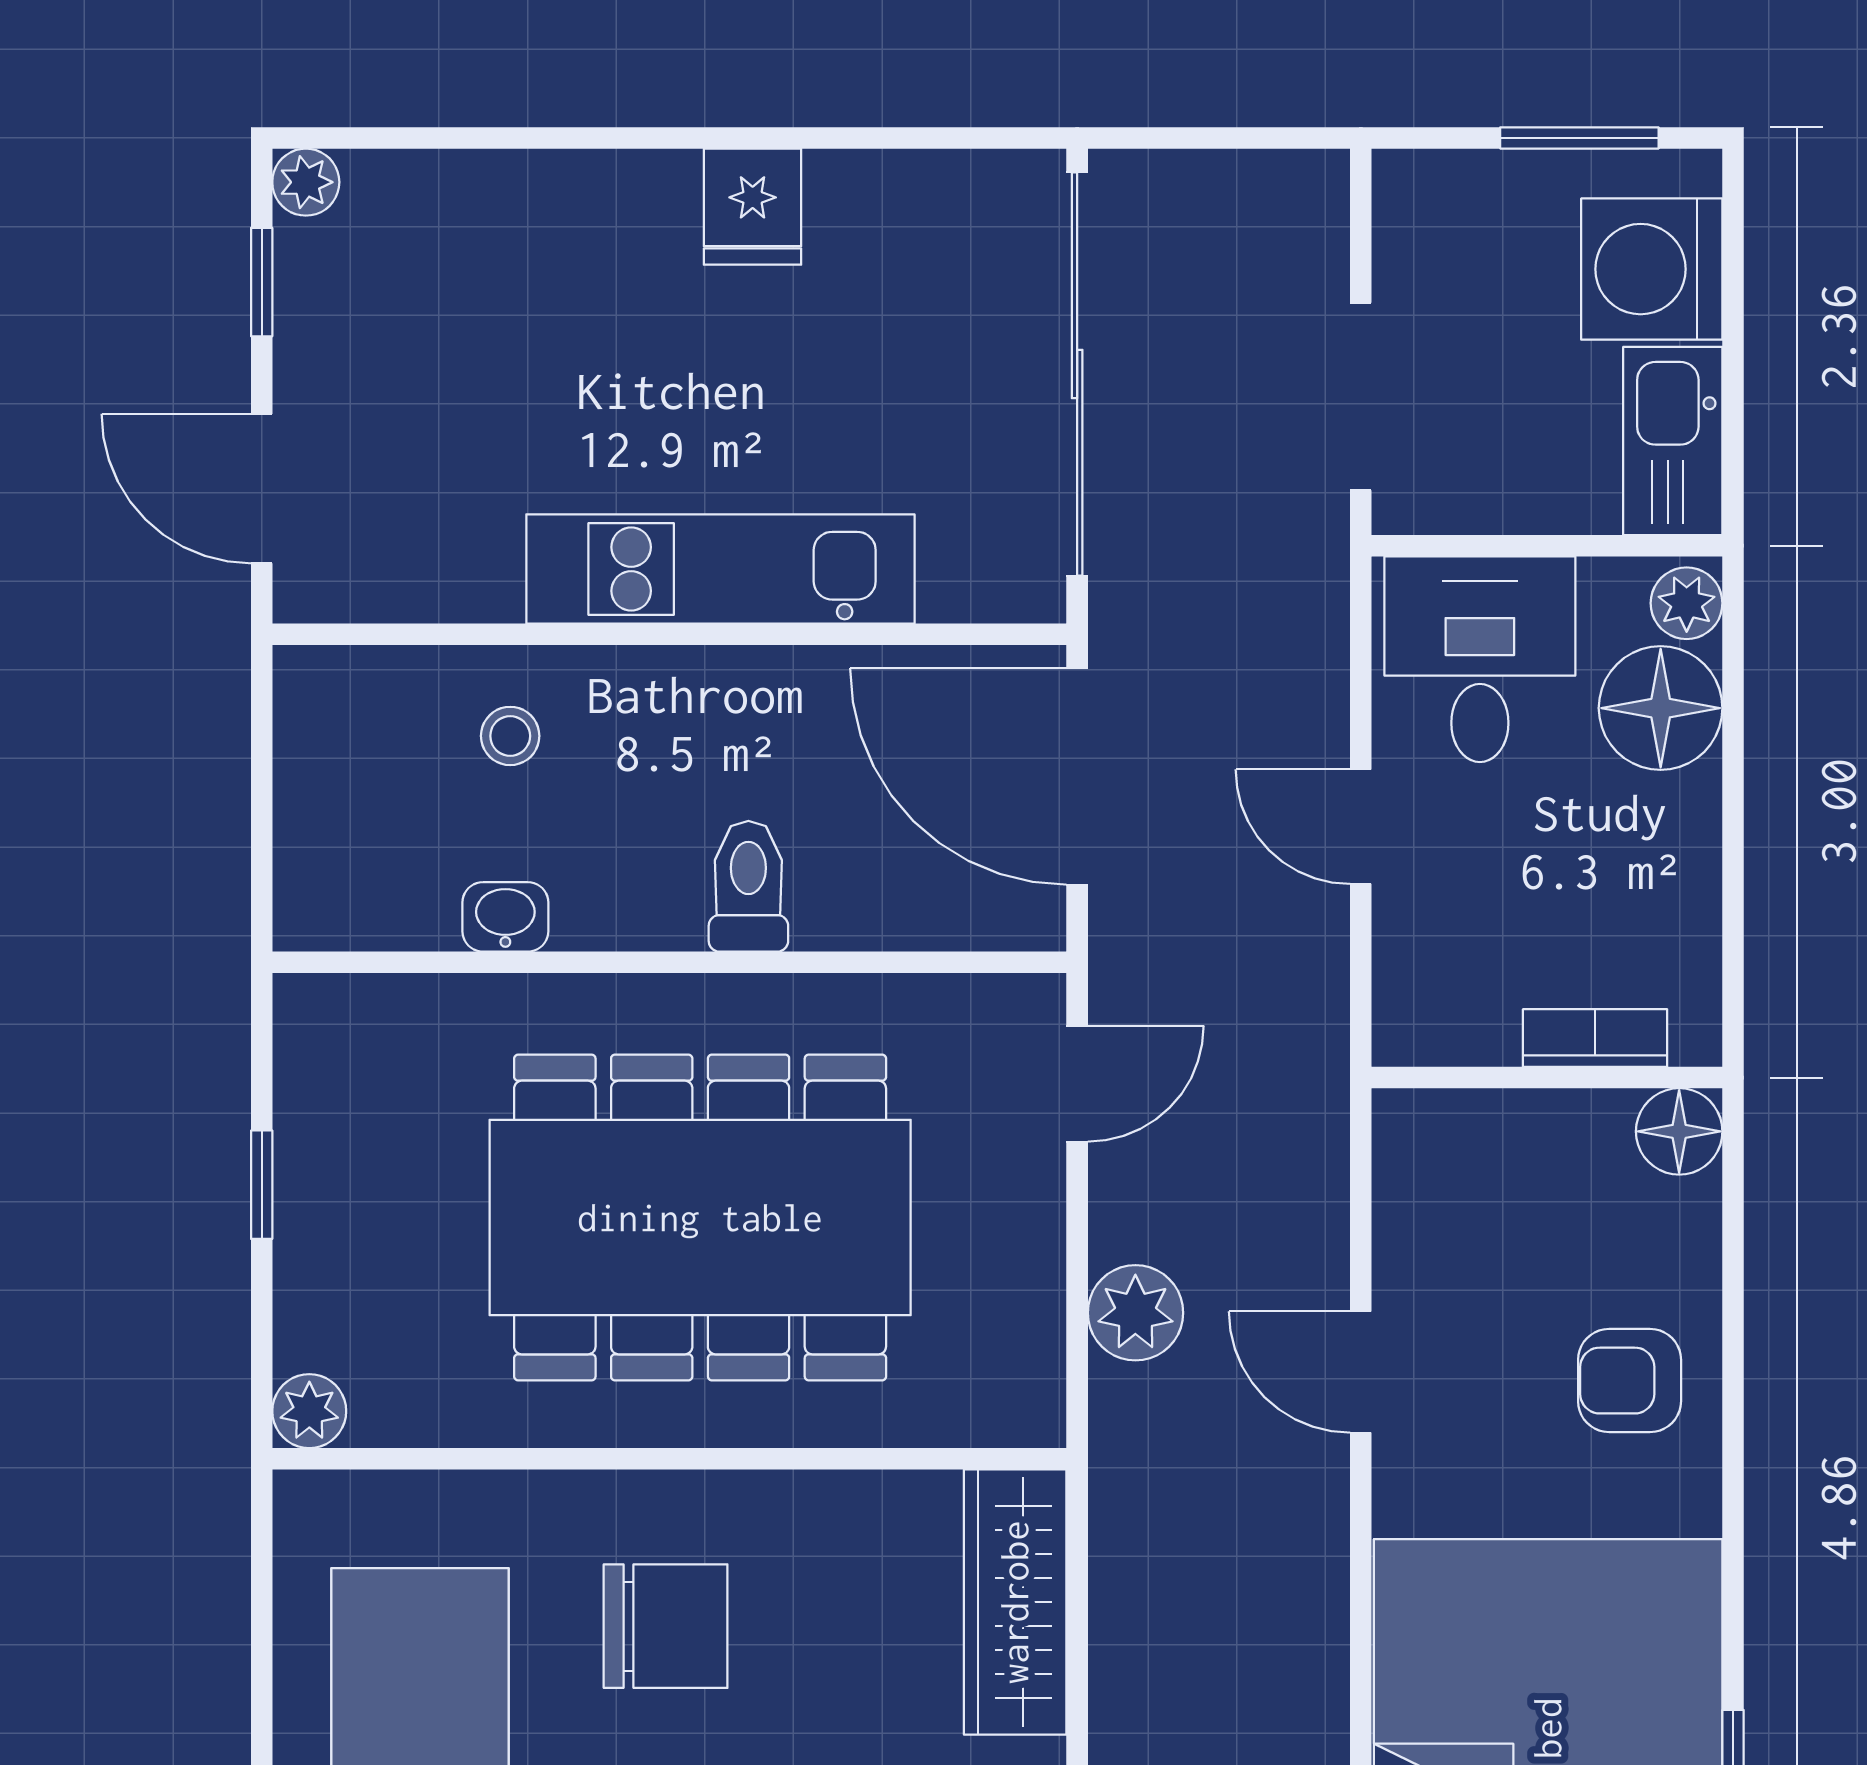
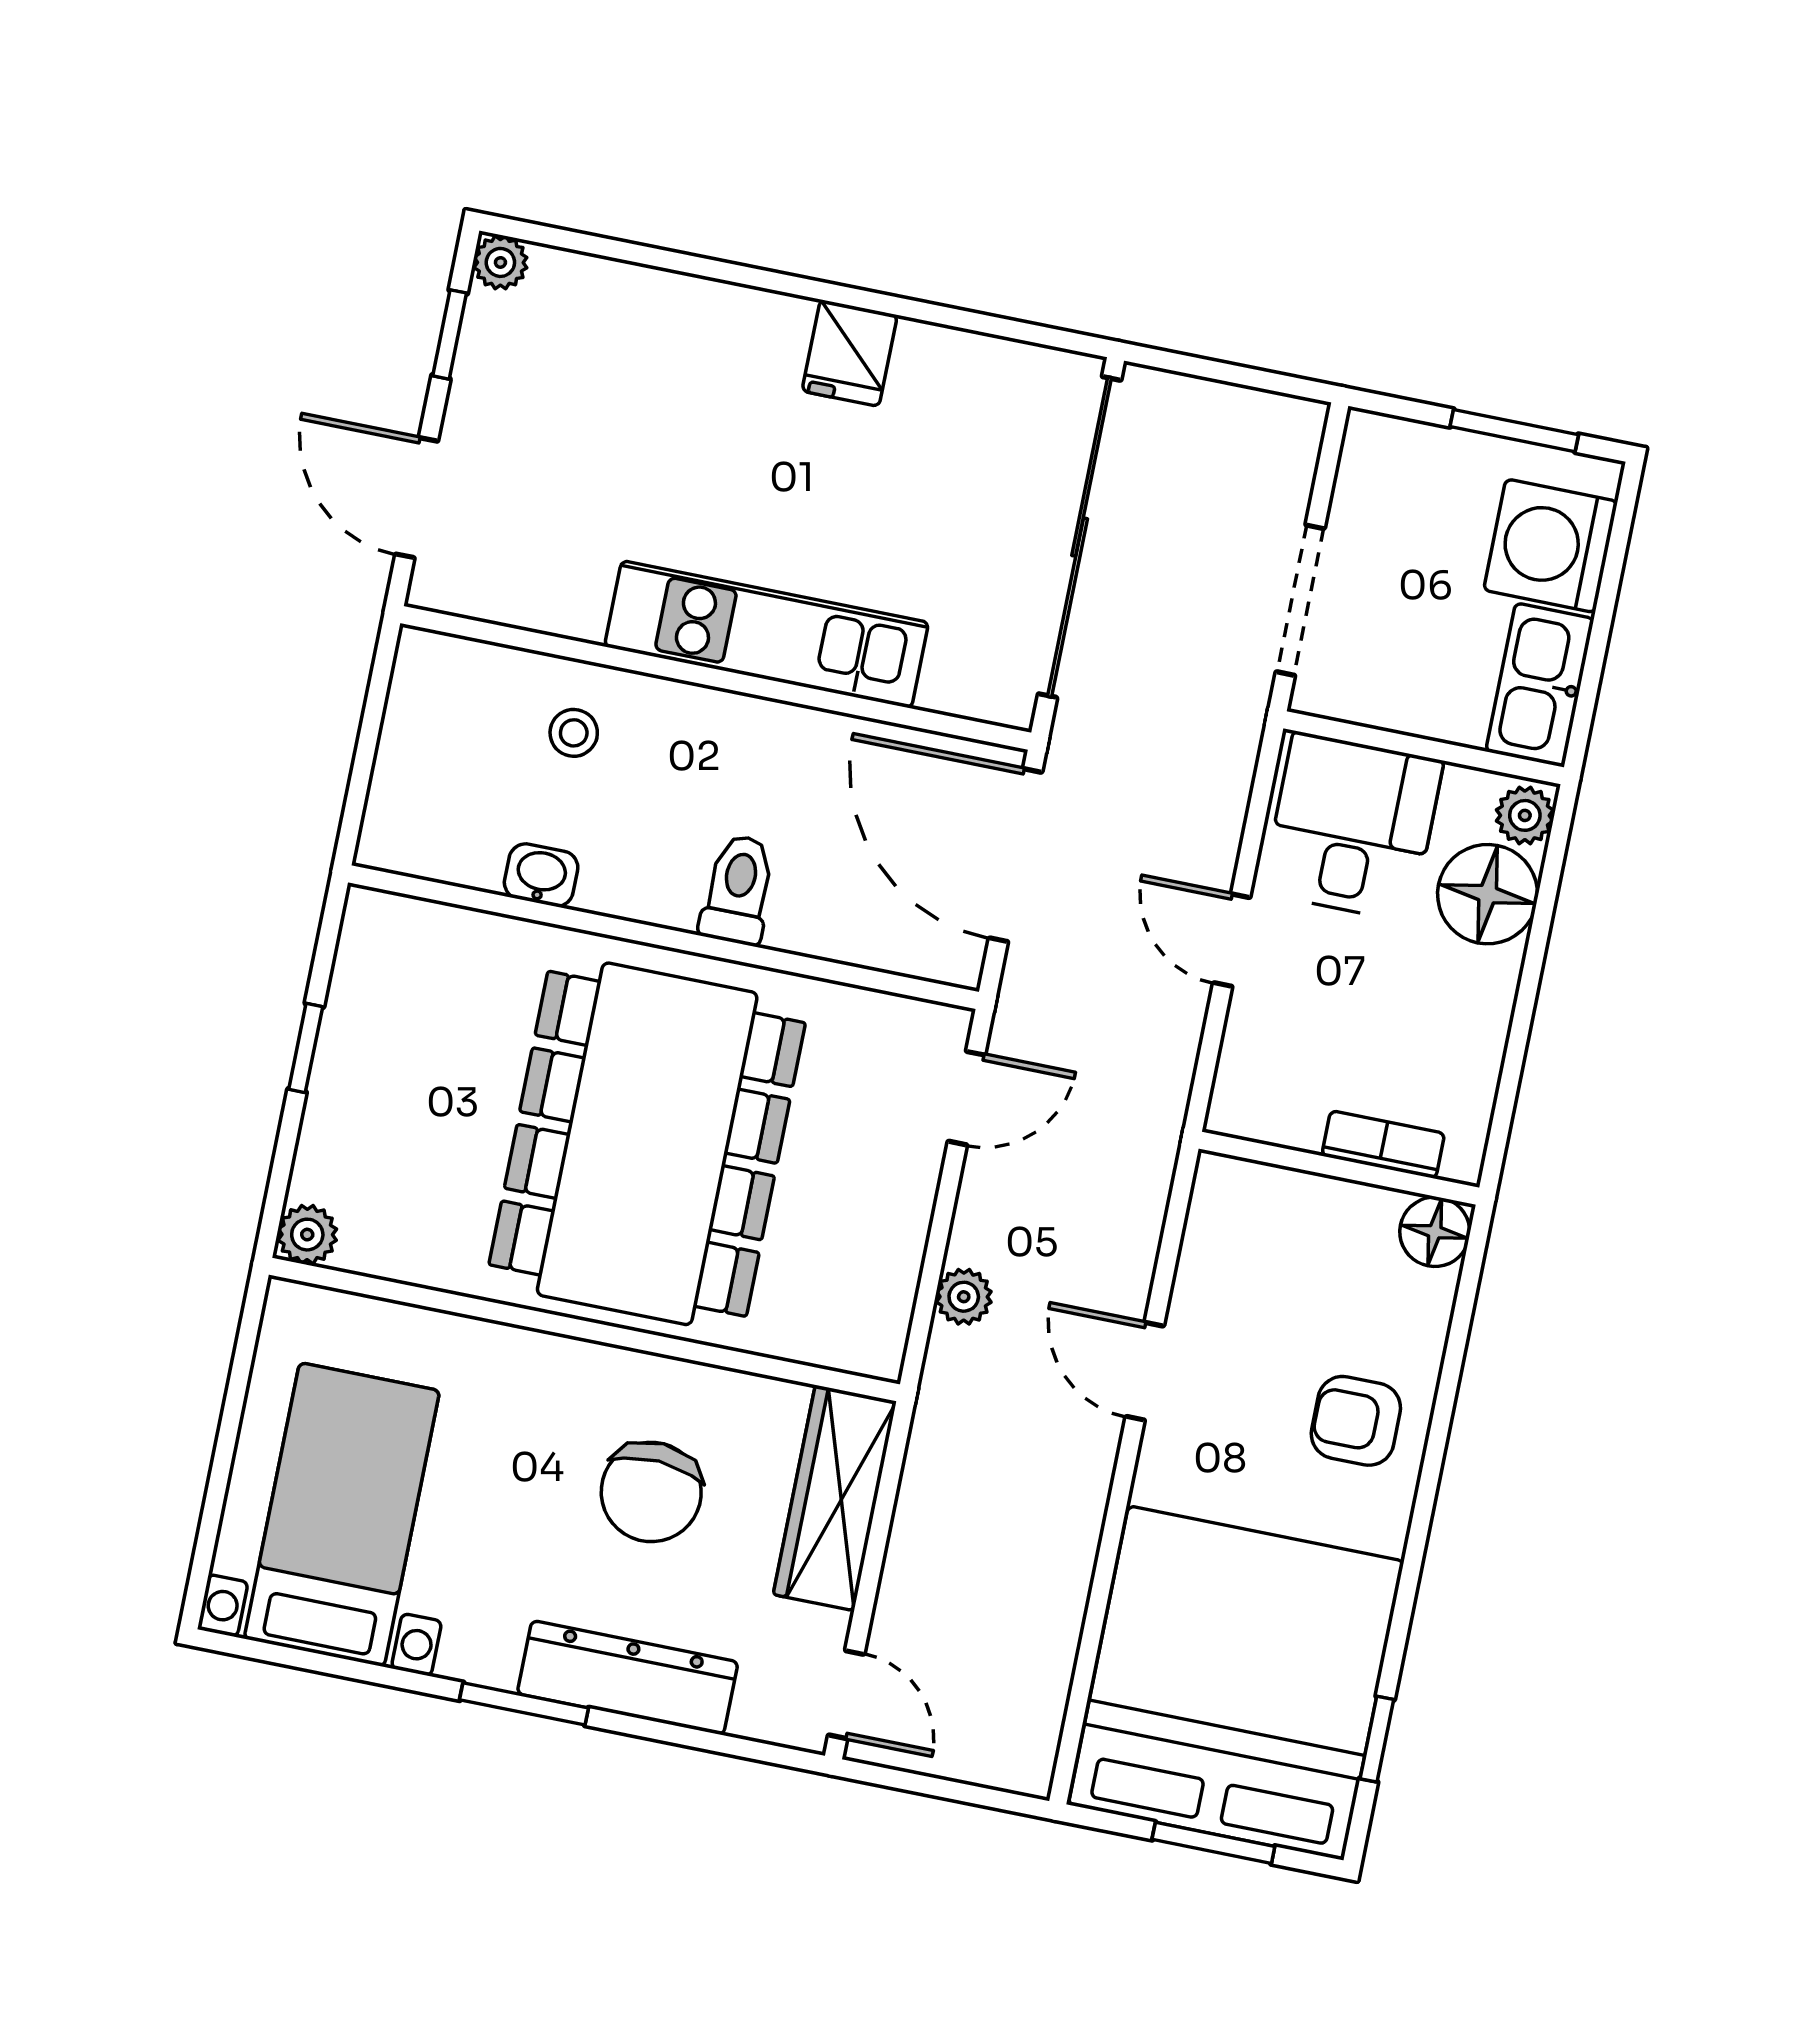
dining table: (700, 1218) -> (647, 1144), turned 90
plant: (1135, 1313) -> (964, 1297), width x0.73, depth x0.73
chair: (666, 1626) -> (651, 1492), moved, turned 93

